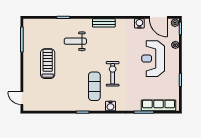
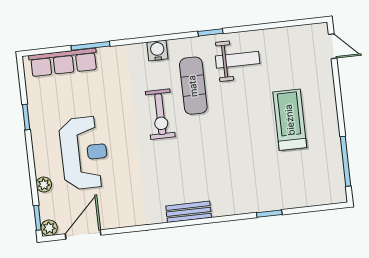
door: (158, 17) -> (83, 235), hinge flipped
water cooler: (139, 23) -> (119, 219), removed
weight bench: (75, 41) -> (238, 60), moved
treadmill: (48, 64) -> (290, 120), turned 180

